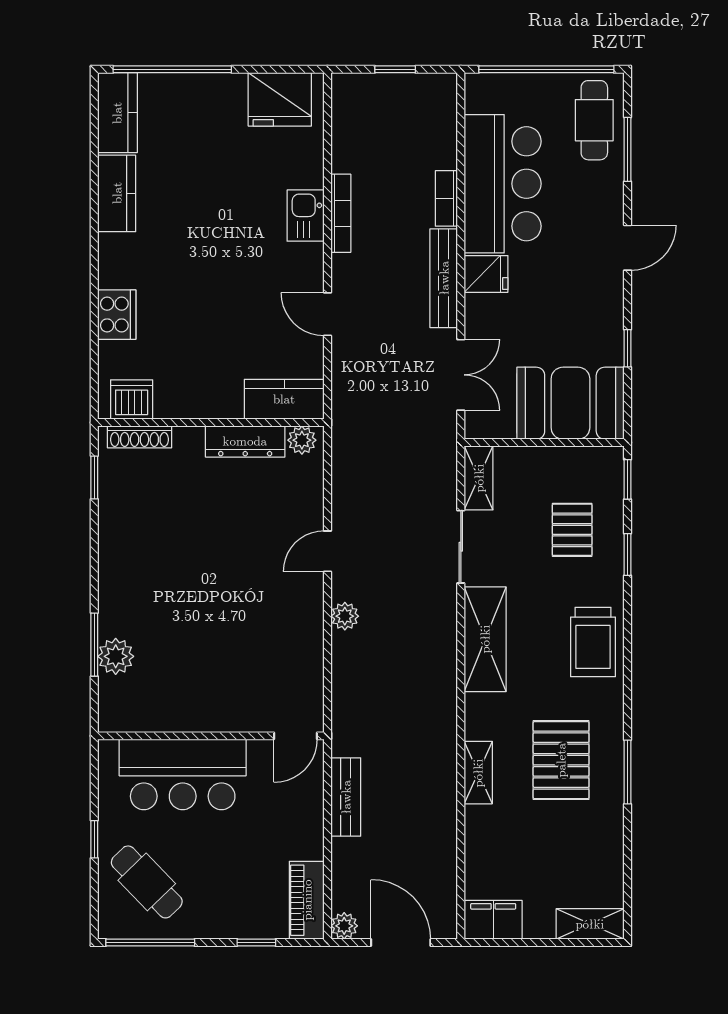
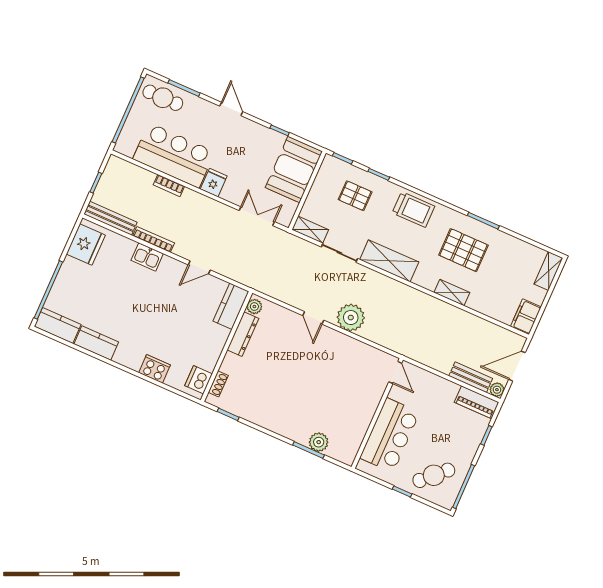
bench: (444, 278) -> (111, 218), moved
shoe rack: (139, 437) -> (218, 384), width x0.70
plant: (345, 616) -> (351, 318), width x1.88, depth x1.88
bench: (346, 797) -> (471, 377), moved

